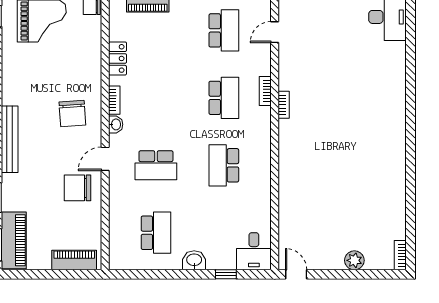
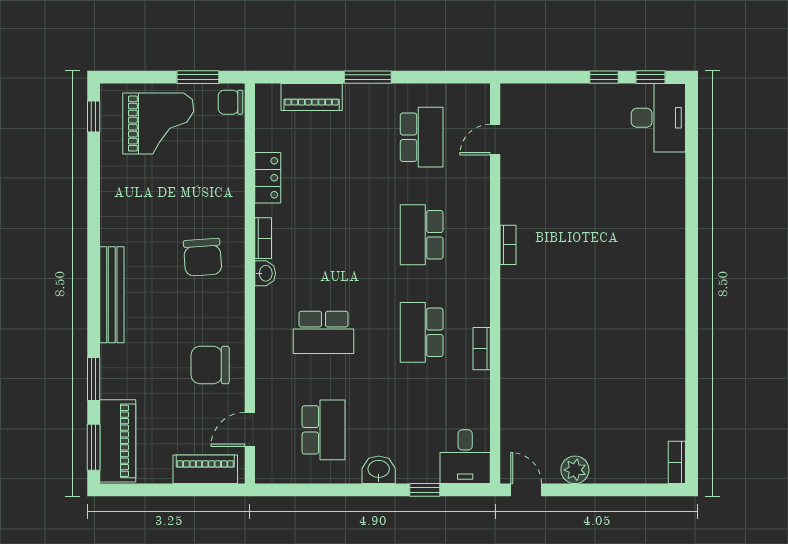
bookcase: (265, 91) -> (482, 349), moved
school desk: (224, 98) -> (422, 235), turned 180
door: (105, 159) -> (250, 429), moved
plant: (354, 260) -> (575, 470), moved

